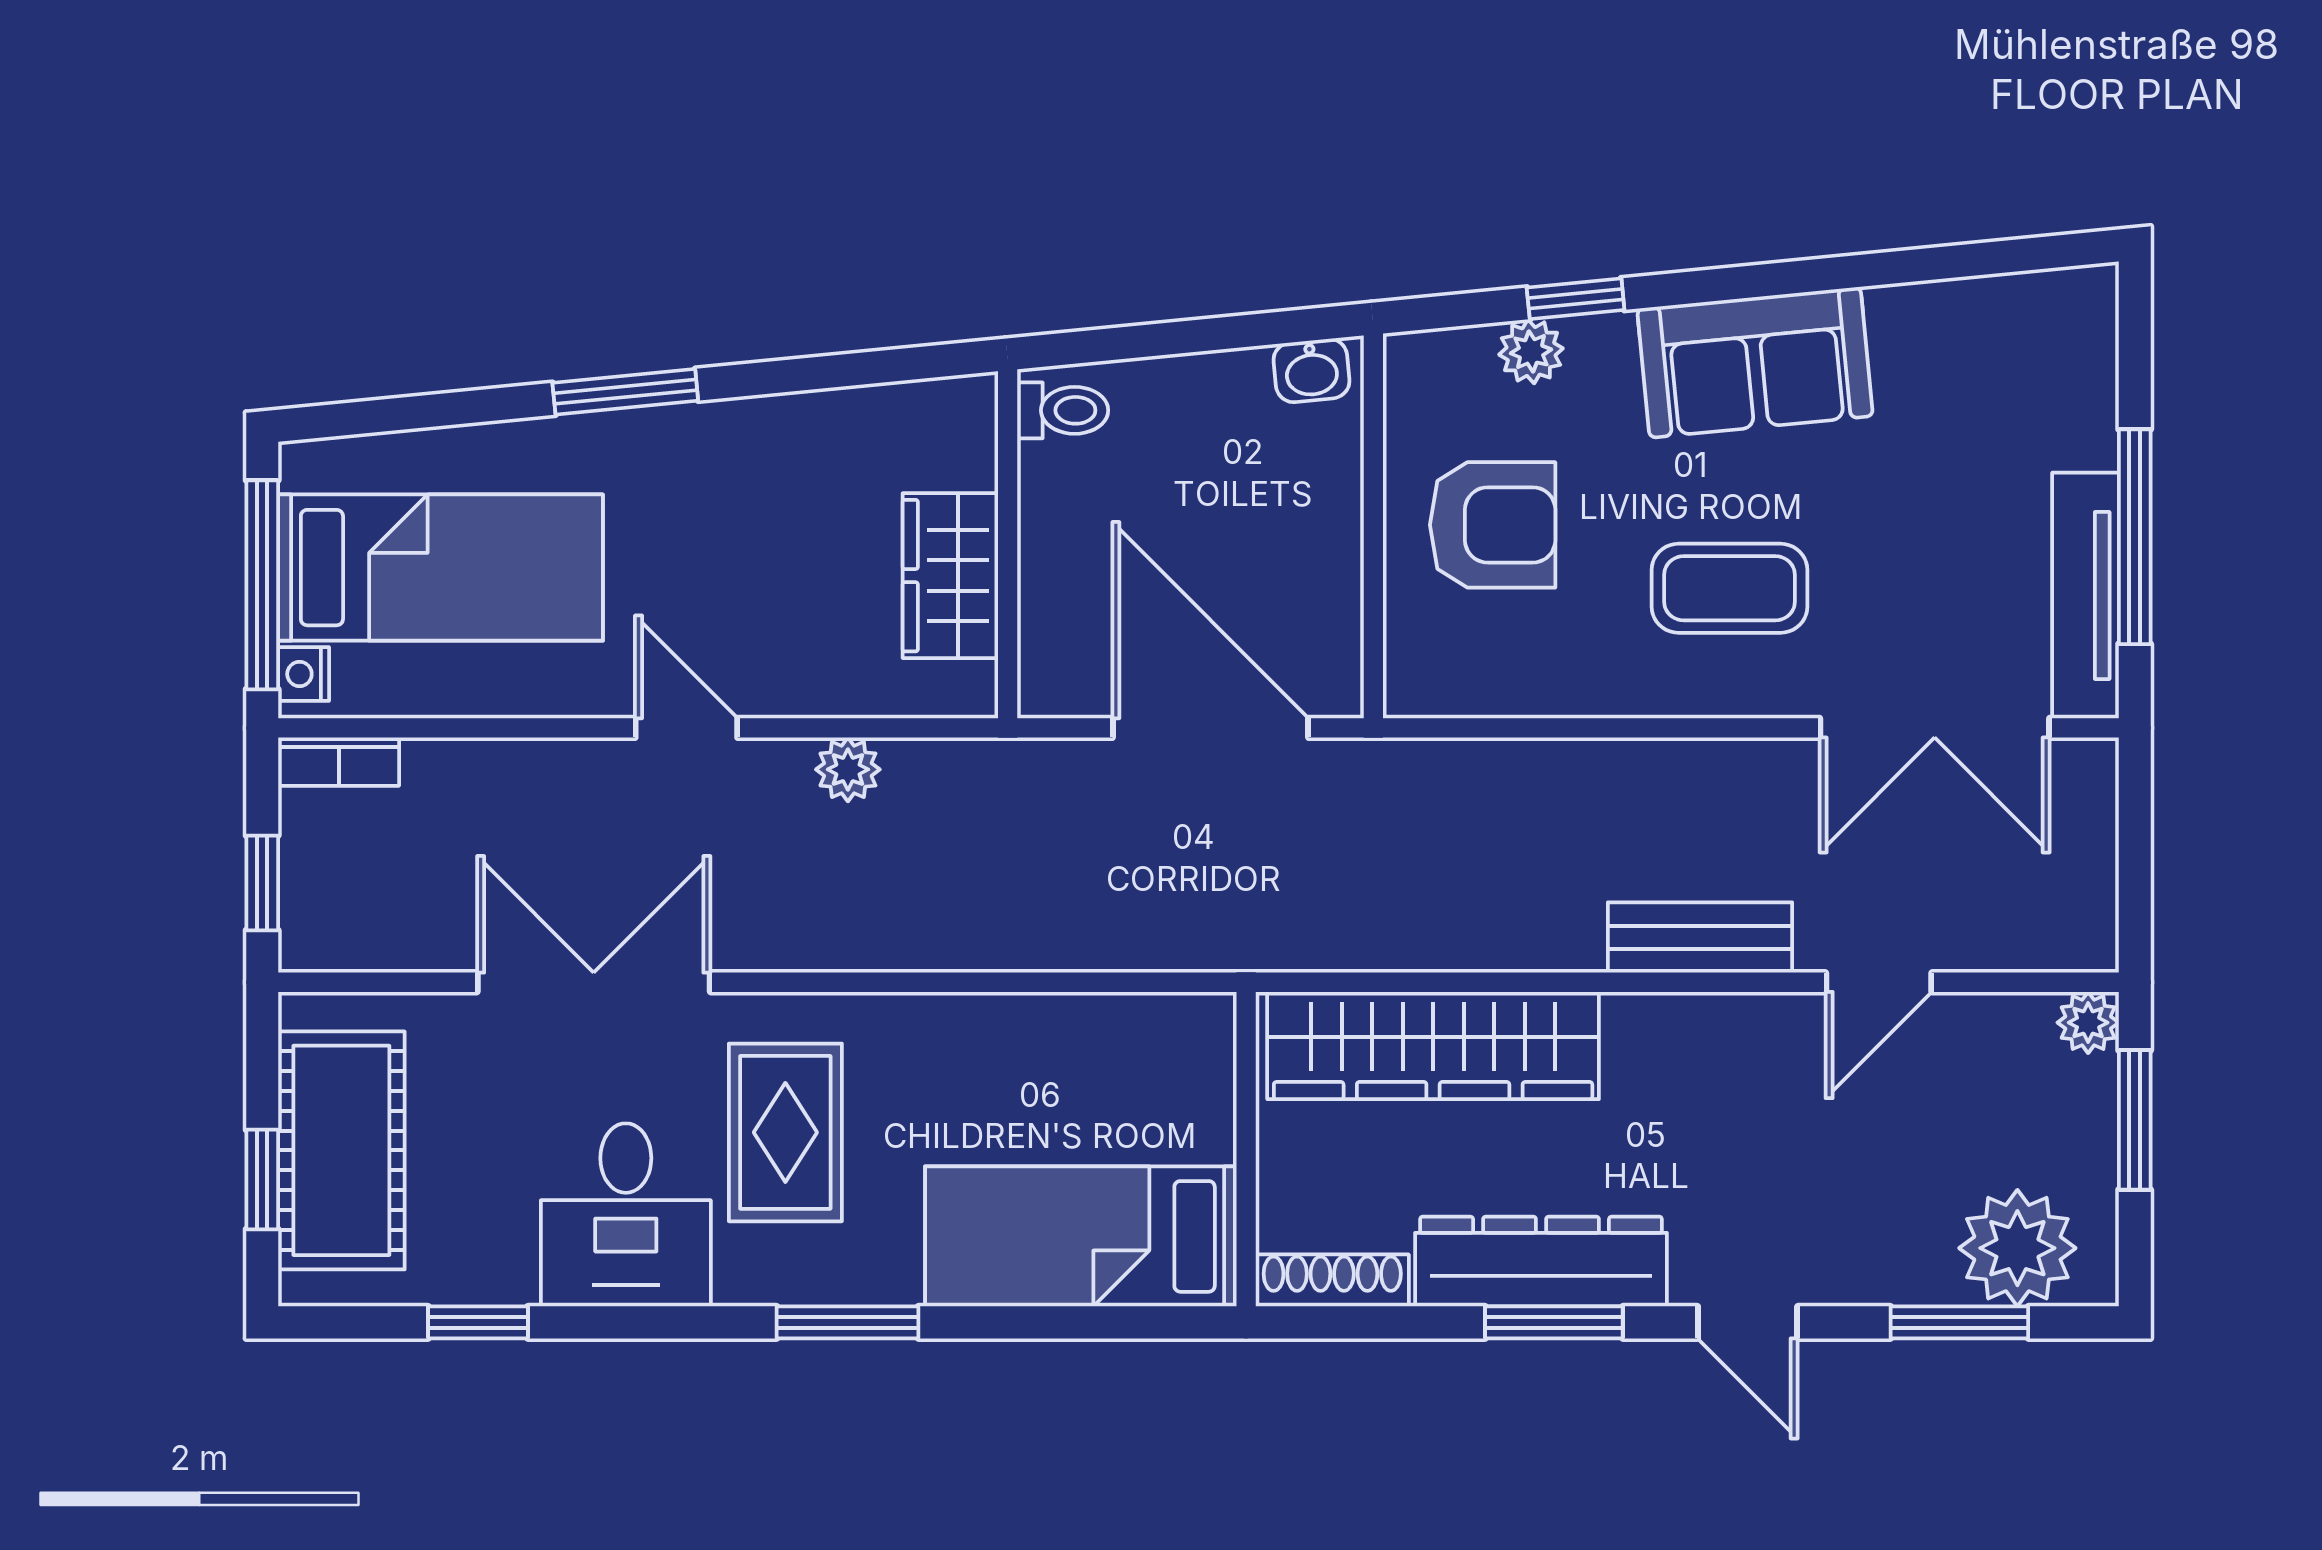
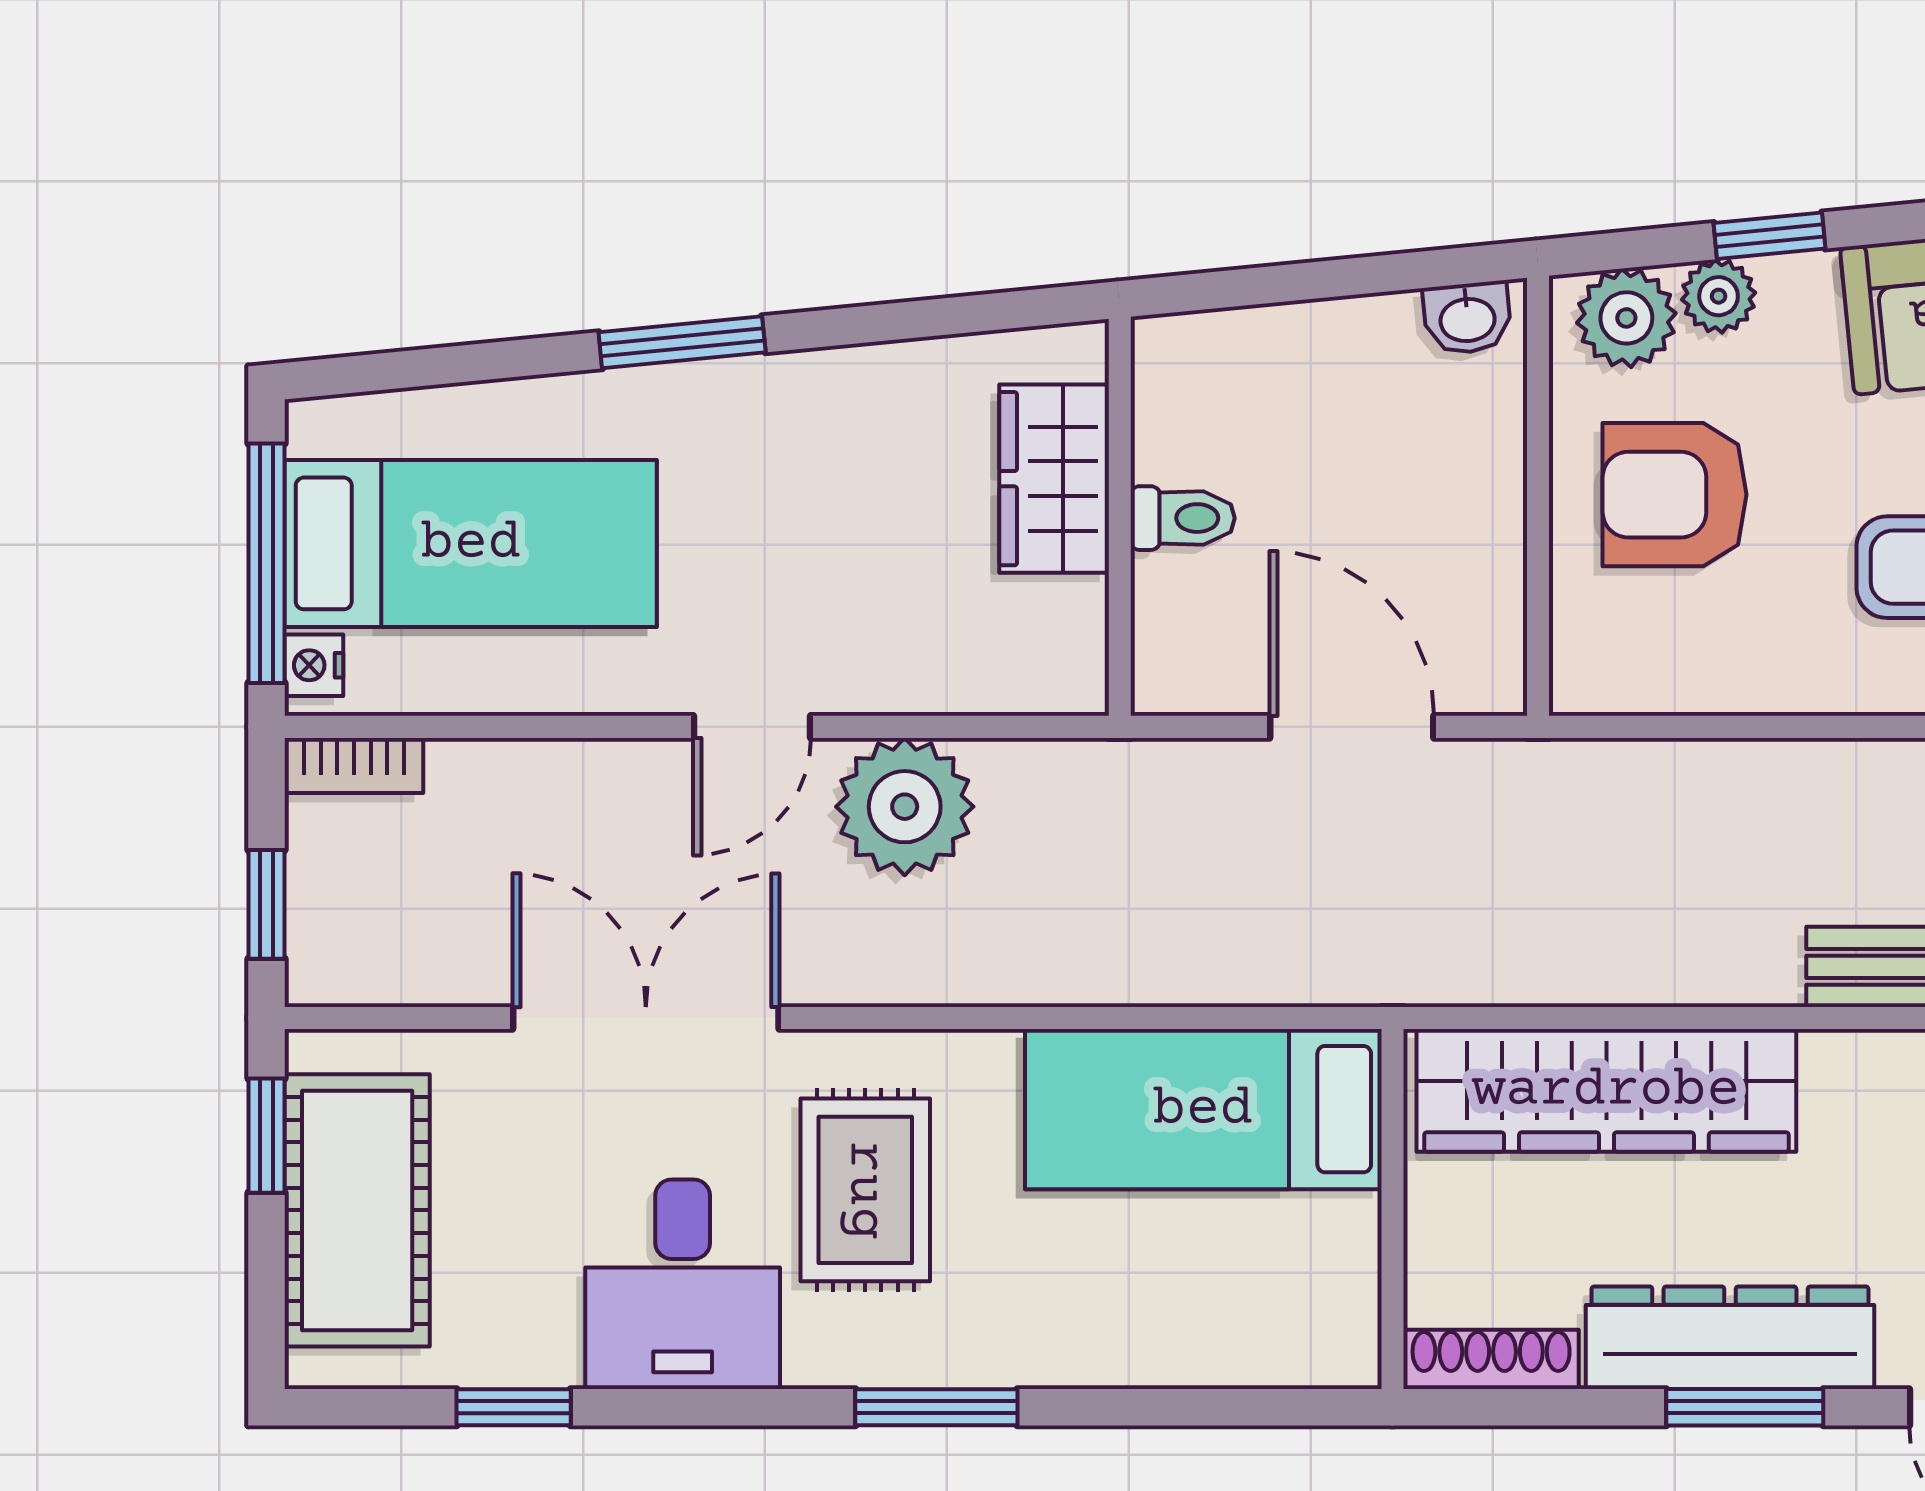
plant: (1450, 371) -> (1626, 318), added
toilet: (1063, 410) -> (1183, 518), moved
armchair: (1493, 525) -> (1675, 495), turned 180
wardrobe: (950, 576) -> (1054, 479), moved
door: (686, 728) -> (752, 727), swing flipped
door: (1211, 728) -> (1352, 727), width x0.73
plant: (848, 769) -> (905, 807), width x1.88, depth x1.88
window: (262, 1180) -> (266, 1136), moved
bed: (1081, 1236) -> (1203, 1109), moved

